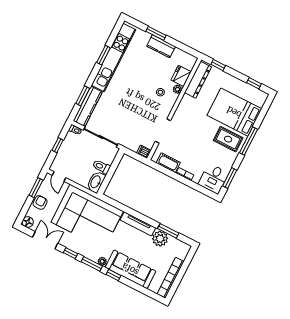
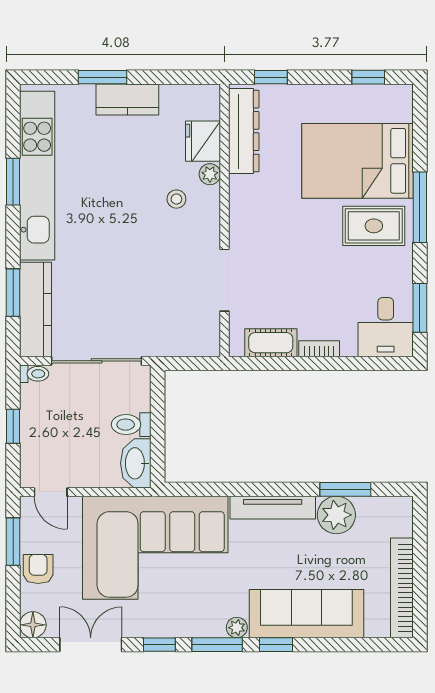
dishwasher: (144, 152) -> (206, 346), removed

